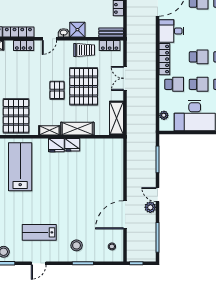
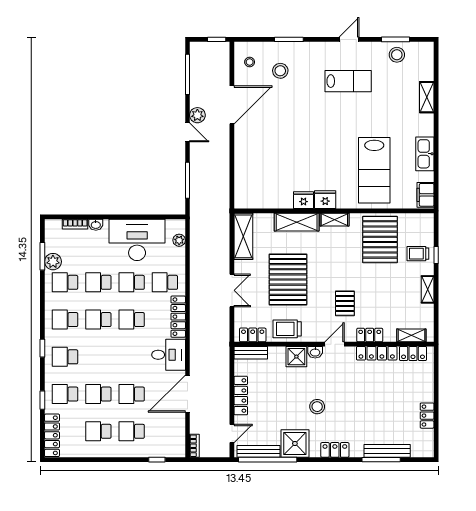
pallet: (57, 90) -> (345, 303), moved
stool: (77, 245) -> (280, 71), moved

